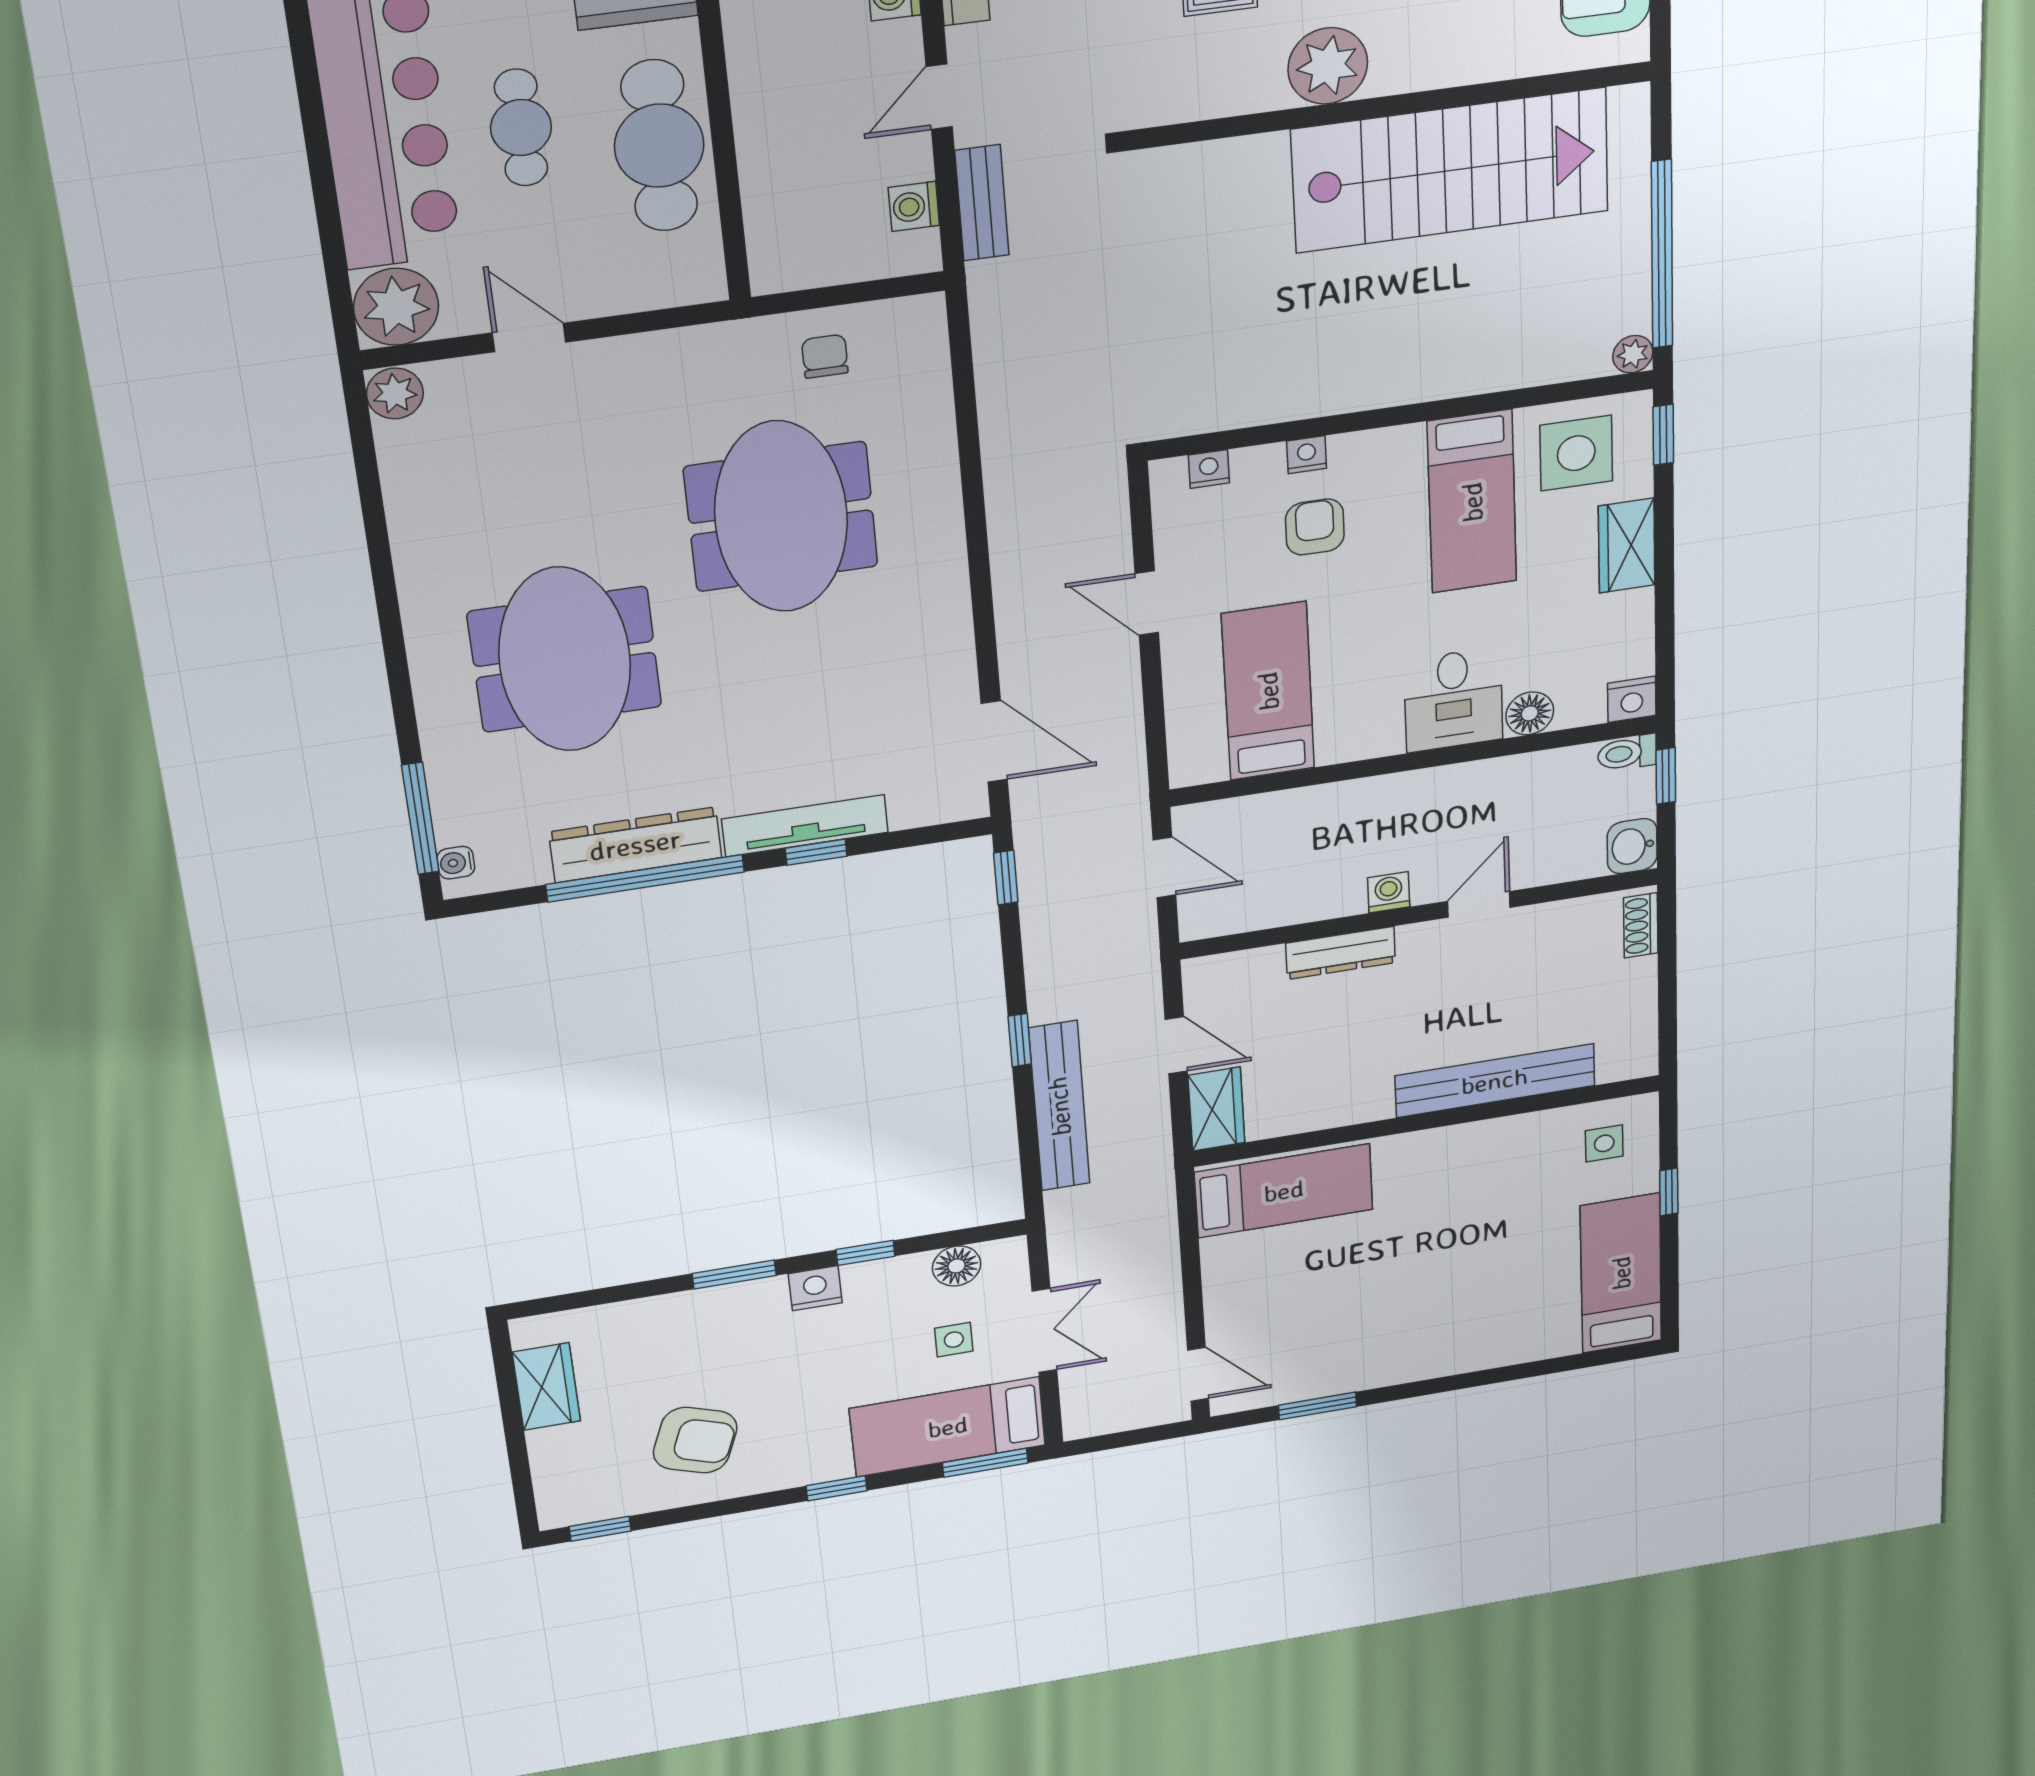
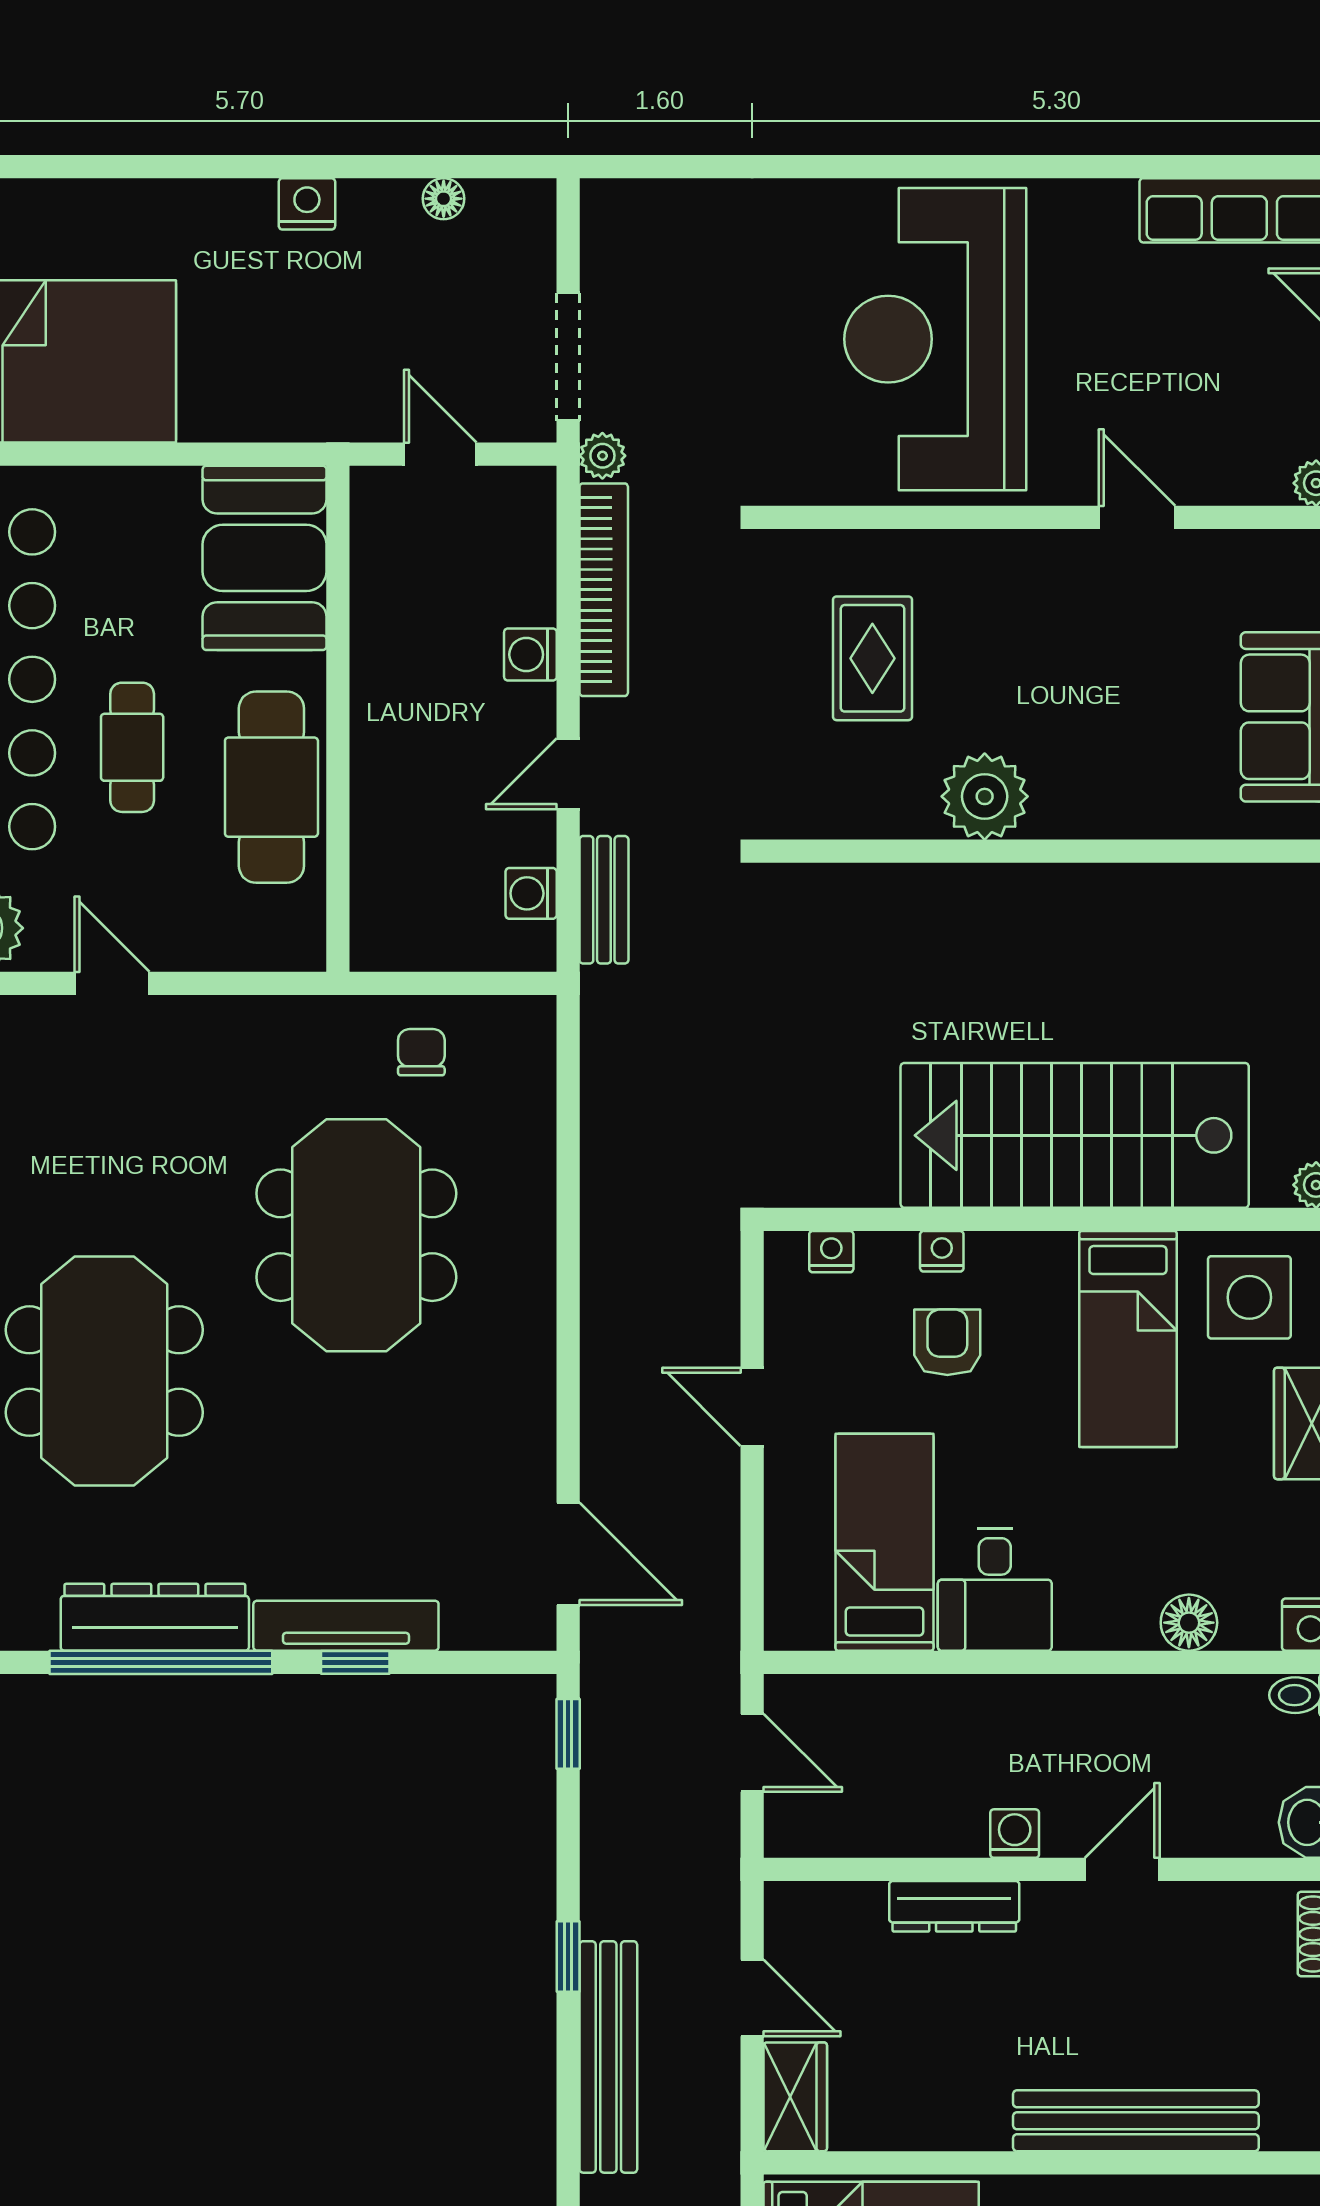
stairs: (1451, 170) -> (1075, 1135), moved, turned 180
desk: (1453, 700) -> (995, 1590), moved

